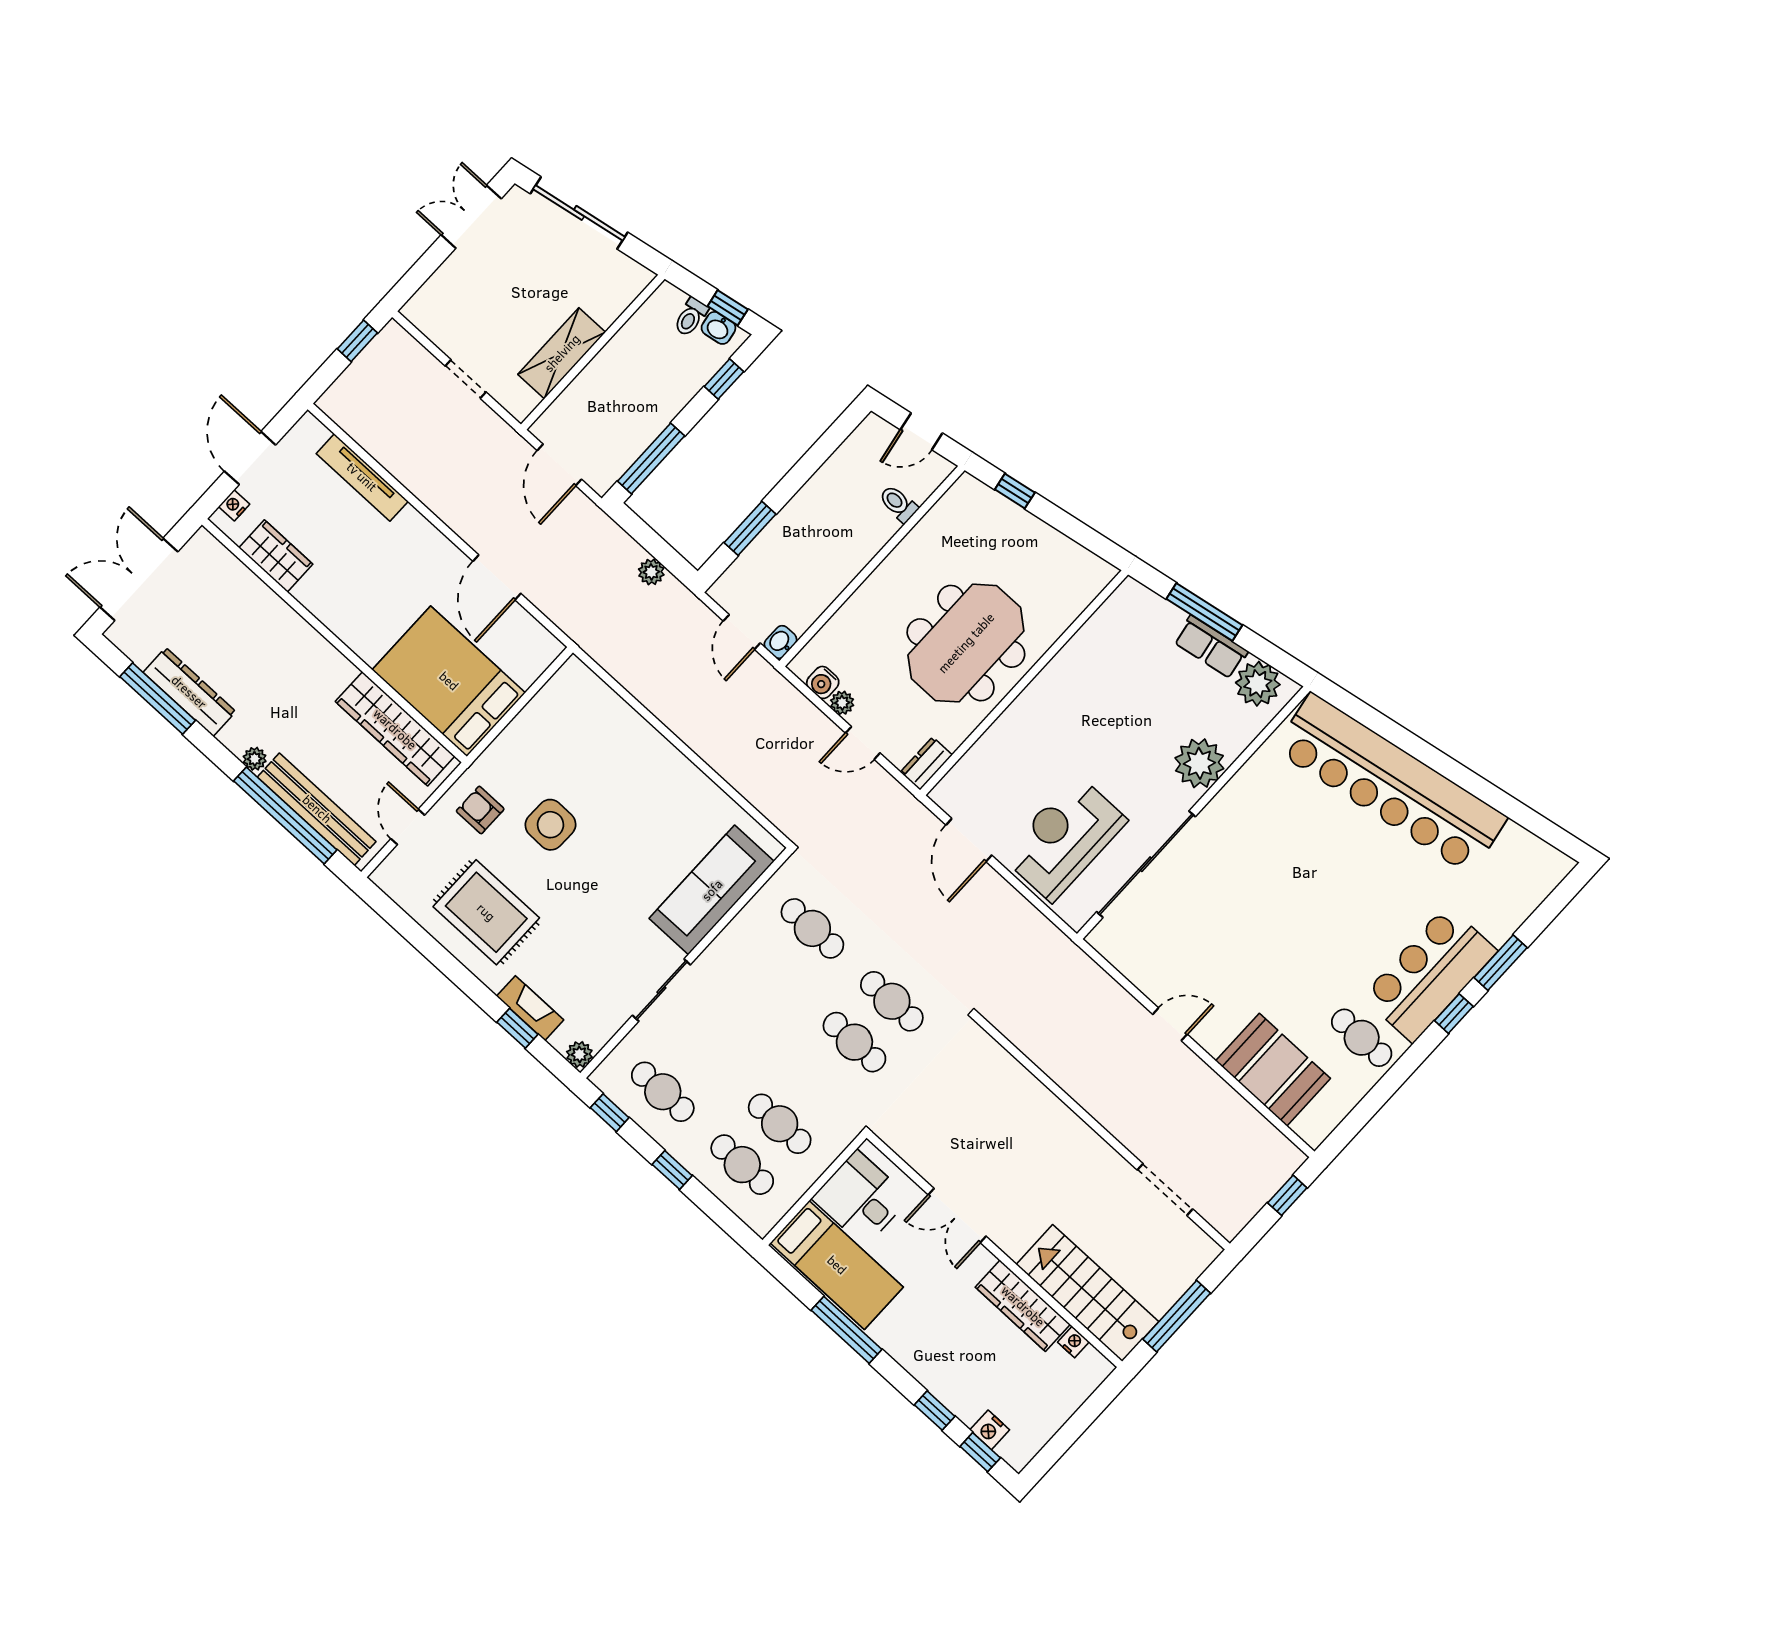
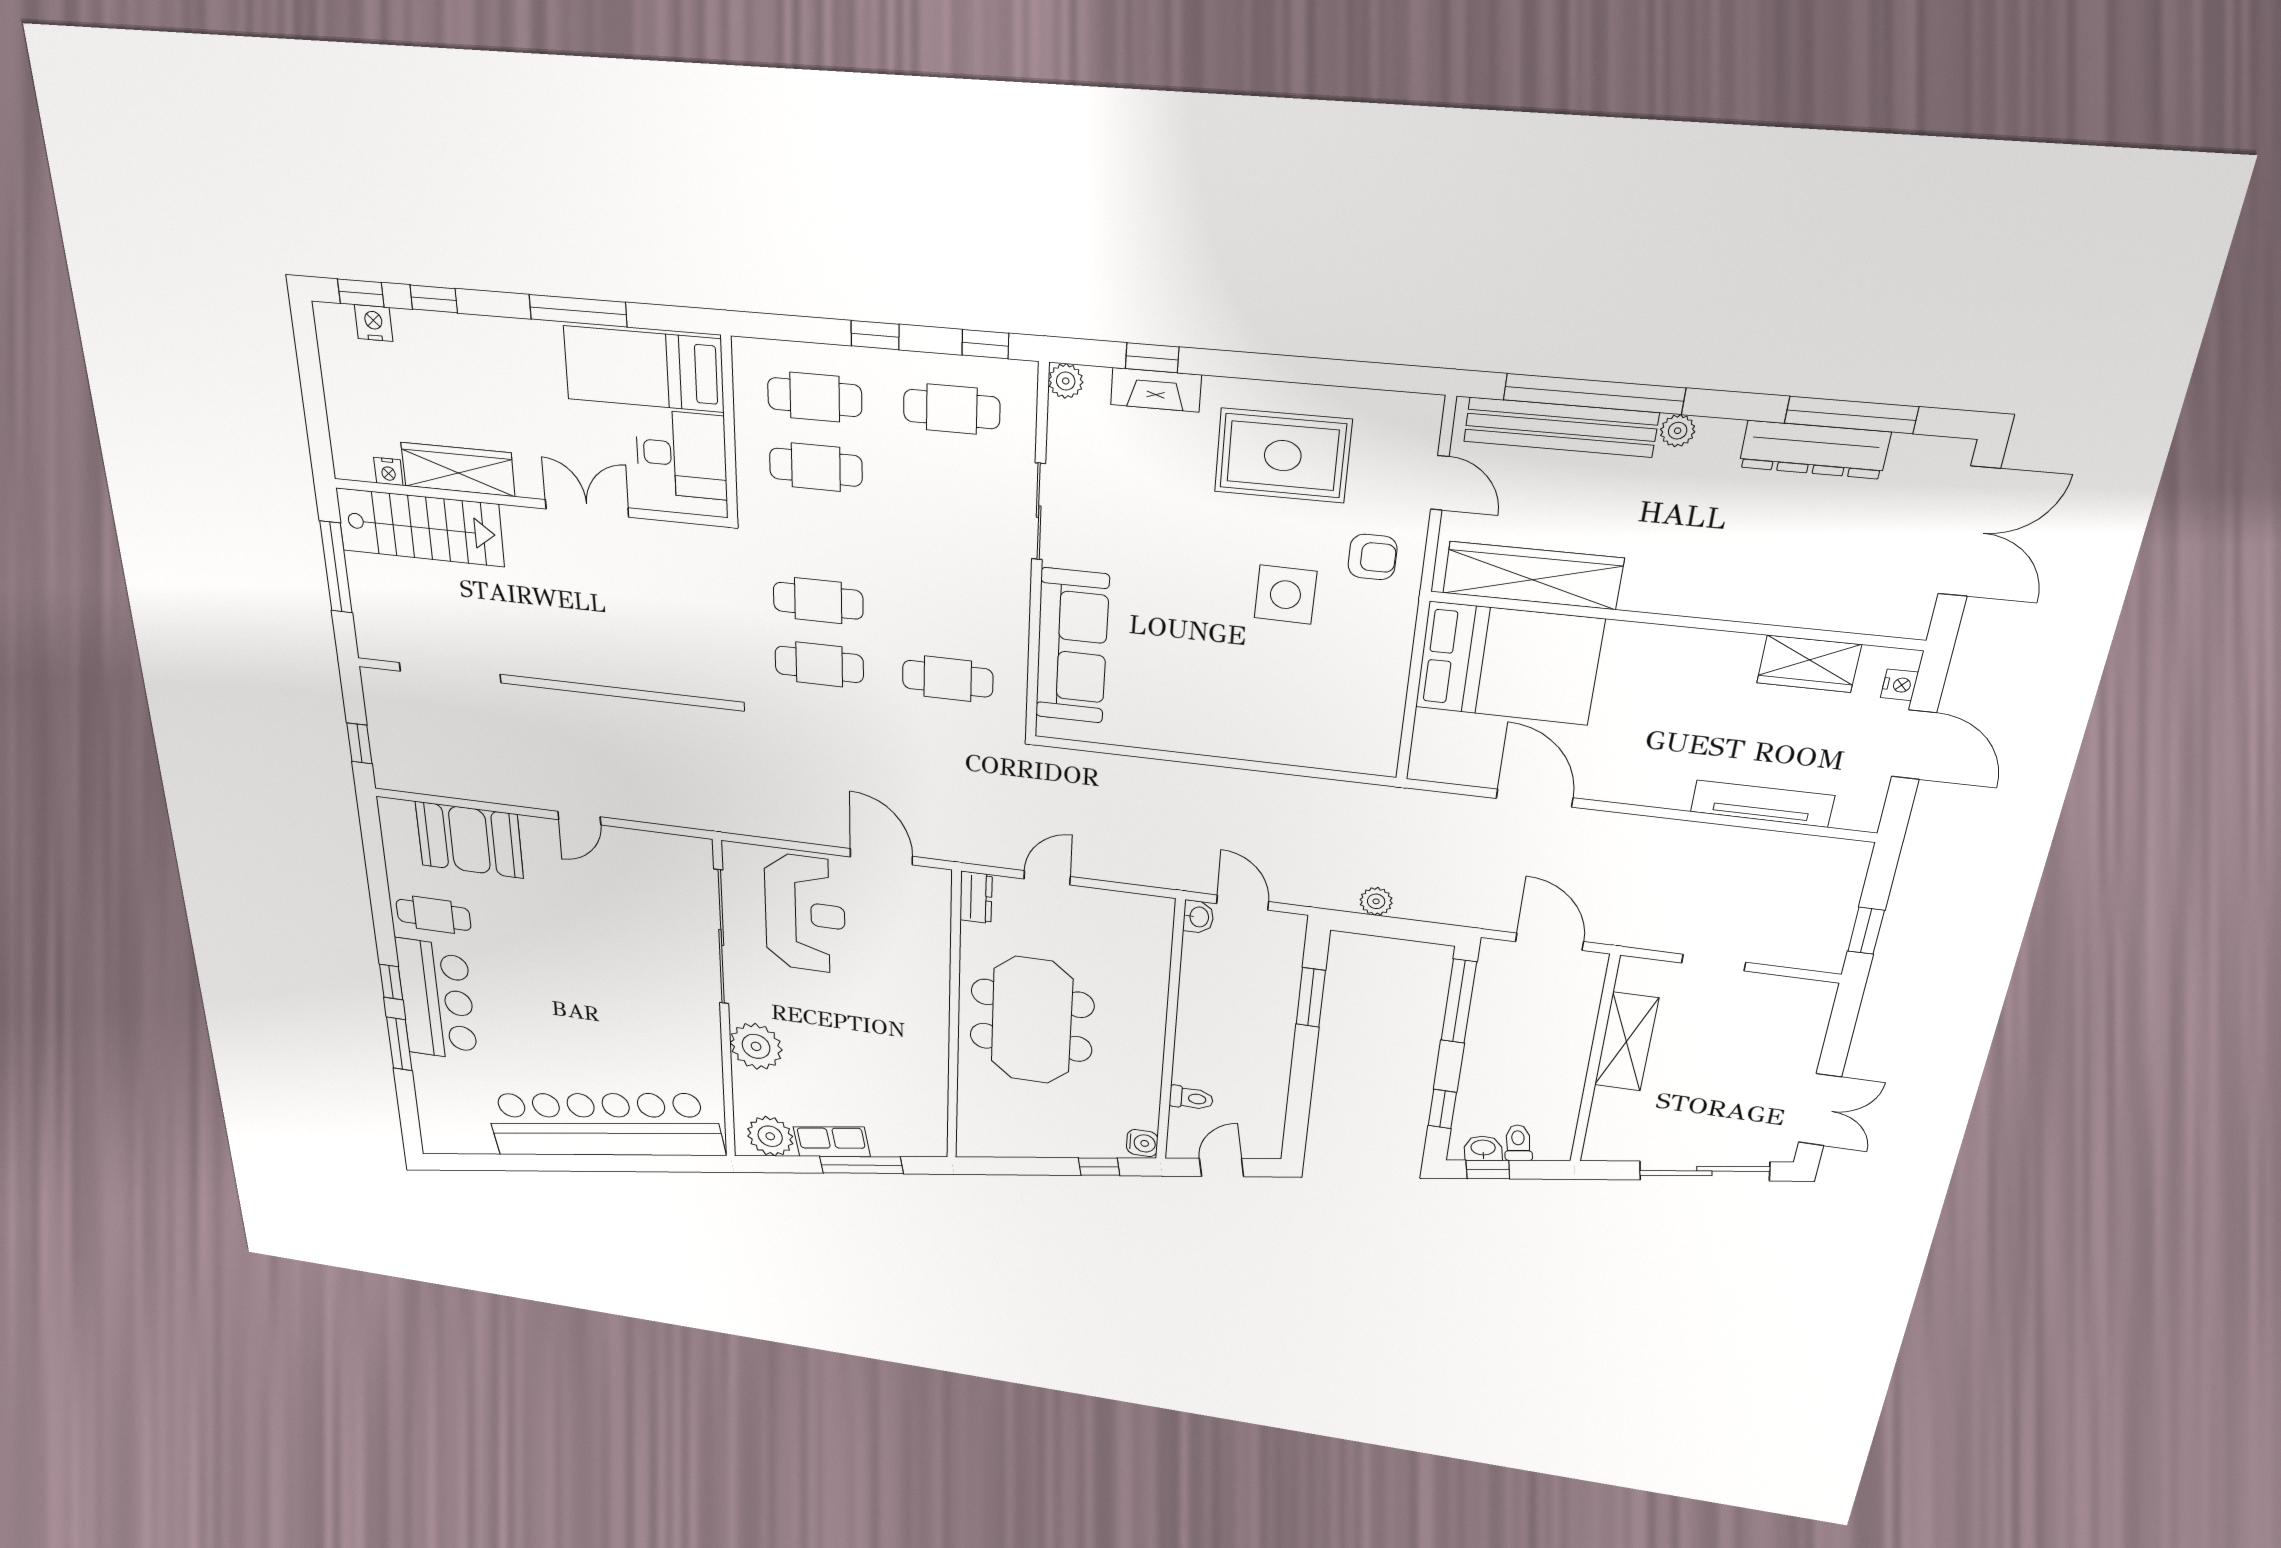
water cooler: (823, 682) -> (1142, 1143), moved, turned 90
plant: (842, 703) -> (1096, 900), removed
doorway: (1165, 1190) -> (450, 673), width x1.36

